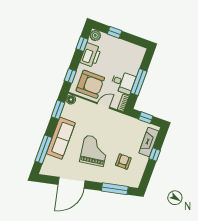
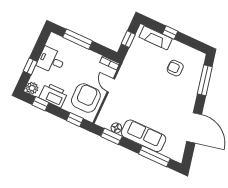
desk: (123, 82) -> (51, 60), moved, turned -90
window: (139, 82) -> (78, 39), moved
floor lamp: (71, 100) -> (116, 128), moved
grand piano: (94, 151) -> (161, 100), removed

